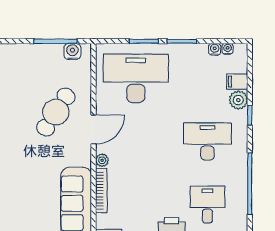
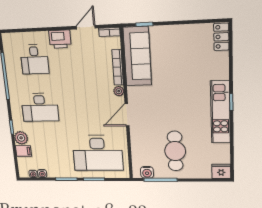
cafe table: (56, 112) -> (175, 151), moved, turned -33

